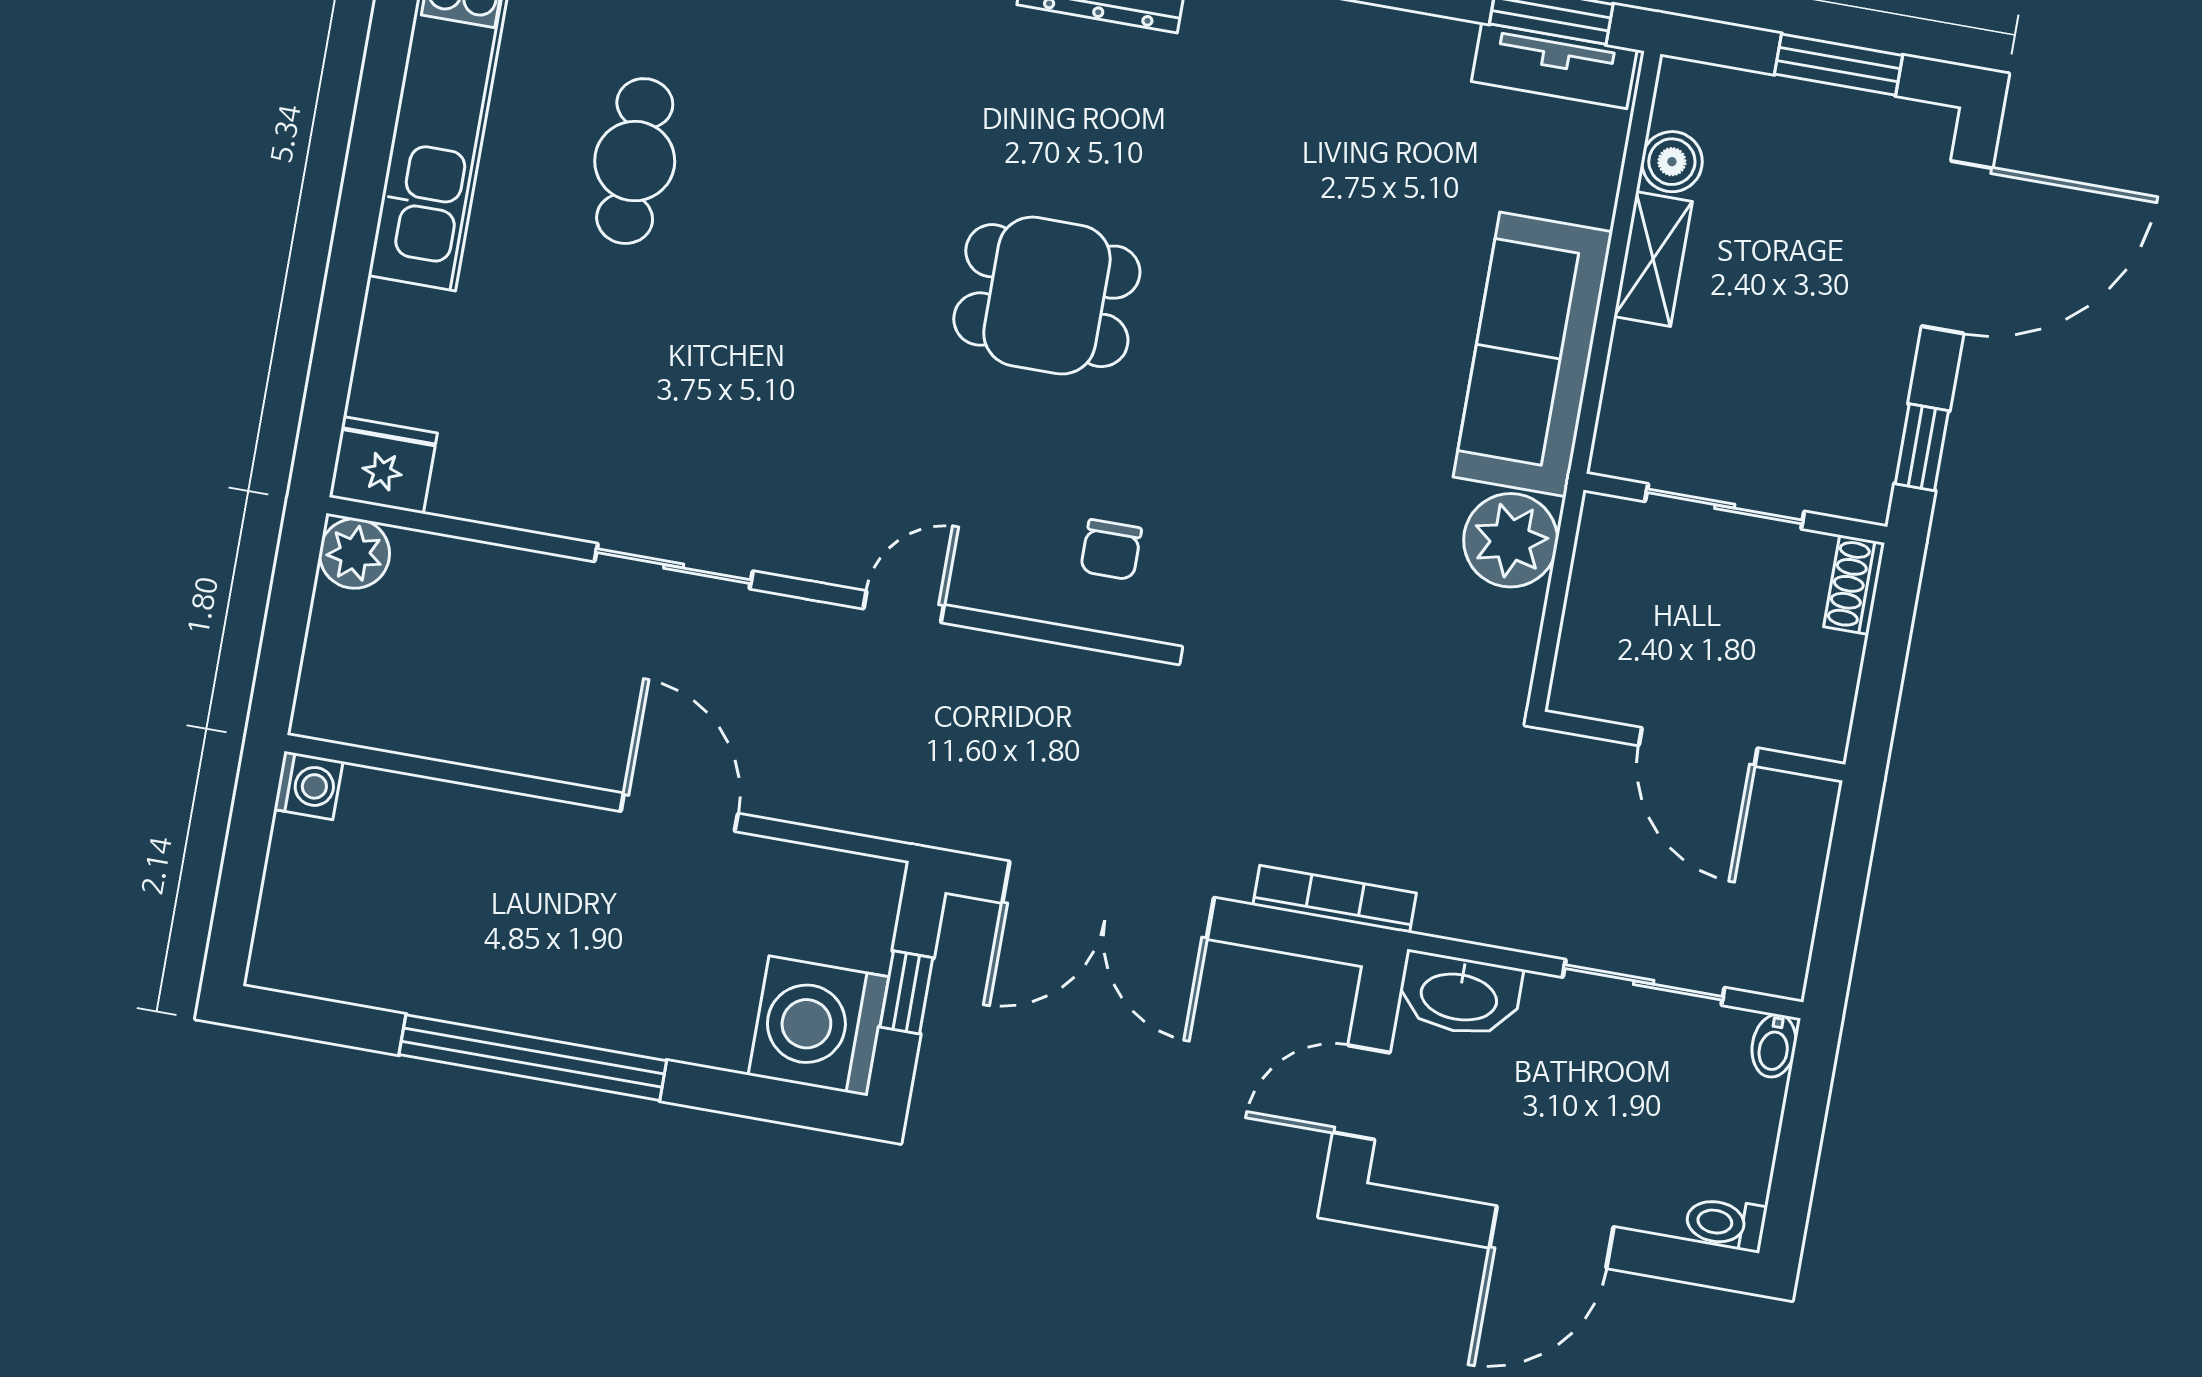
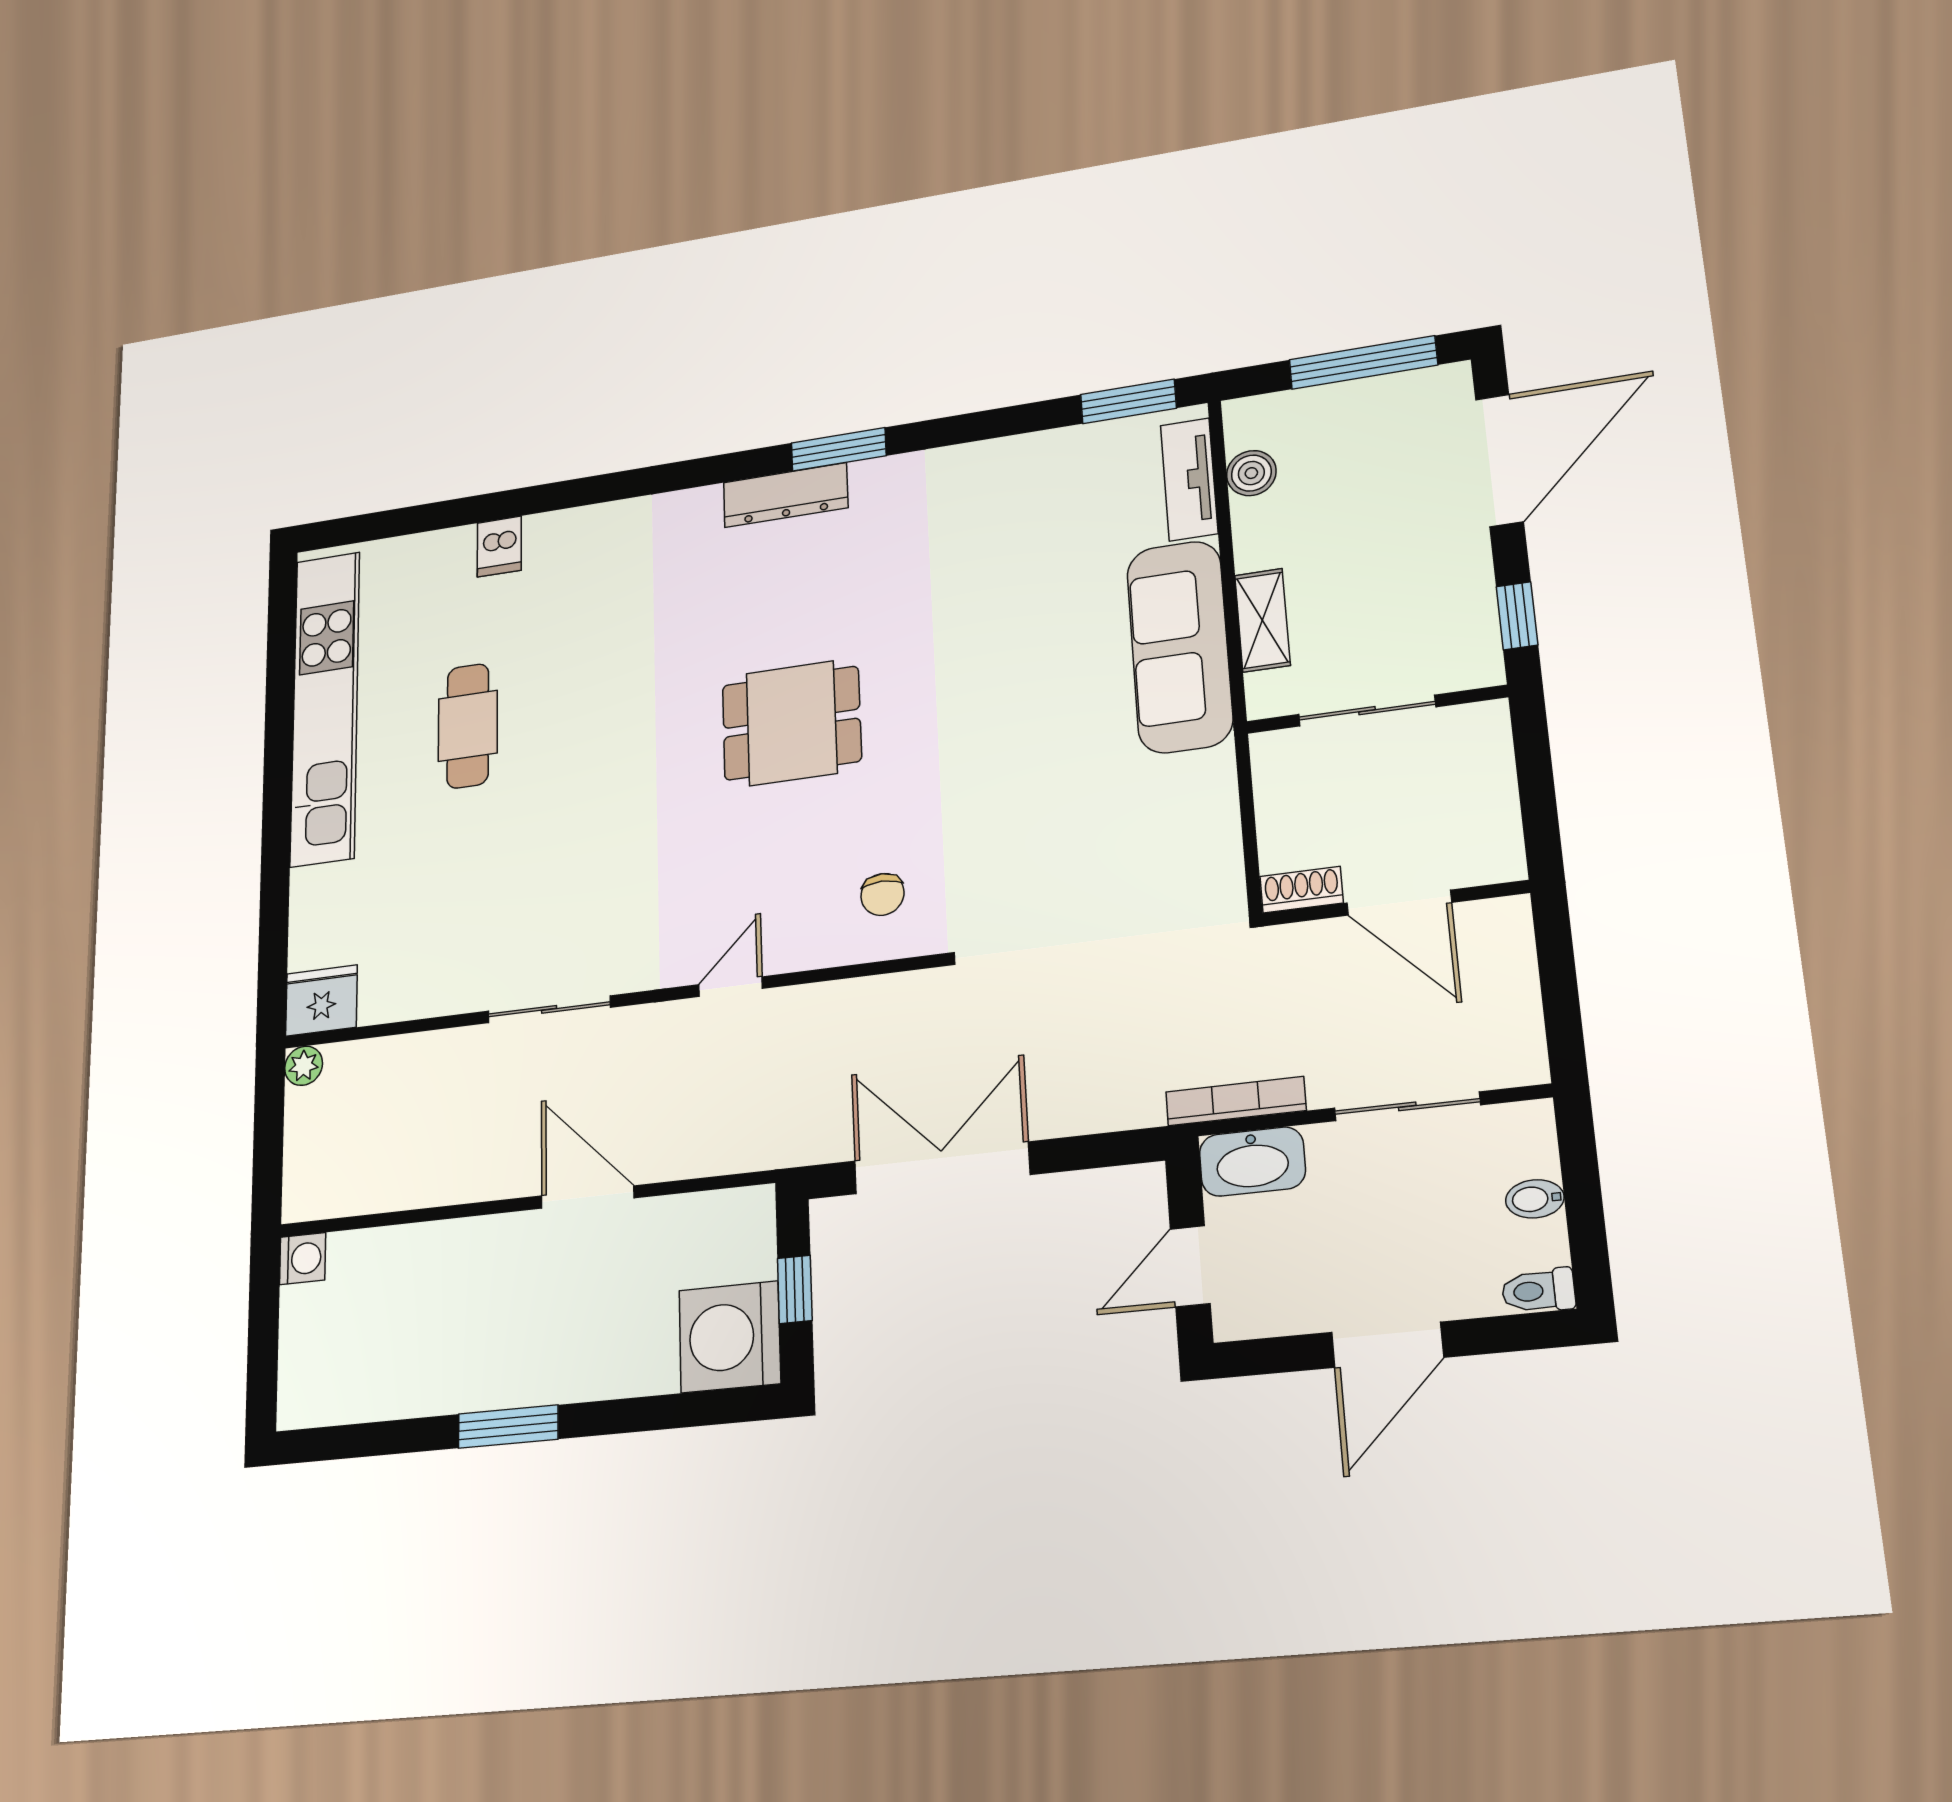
window: (1838, 65) -> (1363, 362), width x1.44
tv unit: (1554, 66) -> (1189, 479), moved, turned 90
shelving: (1653, 259) -> (1262, 620), moved
plant: (1511, 540) -> (1199, 790), removed
plant: (355, 554) -> (304, 1066), width x0.73, depth x0.73
shoe rack: (1854, 585) -> (1302, 890), moved, turned 90
bookcase: (1335, 899) -> (1236, 1101), moved
double door: (1108, 900) -> (942, 1168), swing flipped
bidet: (1774, 1046) -> (1535, 1199), moved, turned 90
window: (533, 1058) -> (508, 1427), width x0.47

